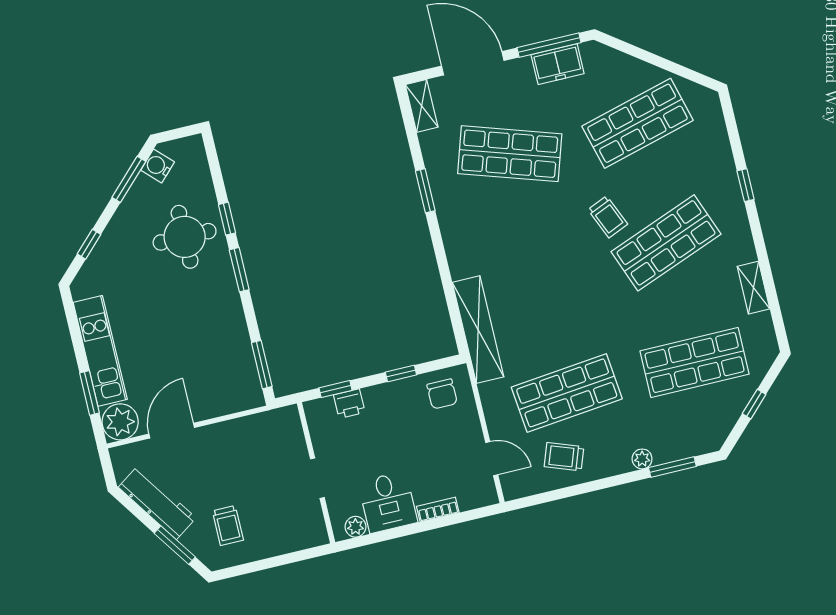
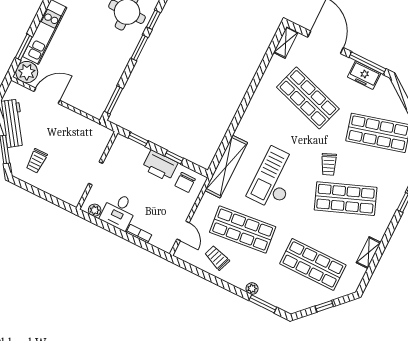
window: (425, 191) -> (255, 83), removed
checkout: (553, 294) -> (274, 179), added
printer: (349, 404) -> (160, 166), moved, width x1.87, depth x1.48

